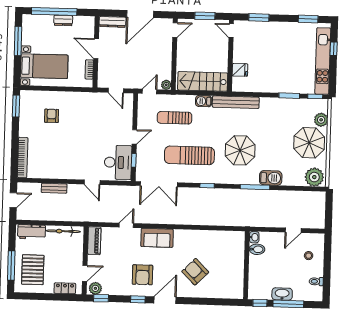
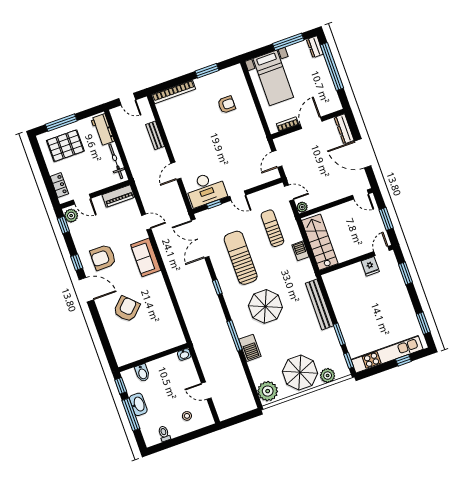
dresser: (63, 20) -> (315, 47), moved
fridge: (240, 70) -> (370, 266), moved
bench: (236, 102) -> (319, 305), moved
window: (16, 106) -> (207, 71), moved
bidet: (257, 249) -> (142, 373), moved

